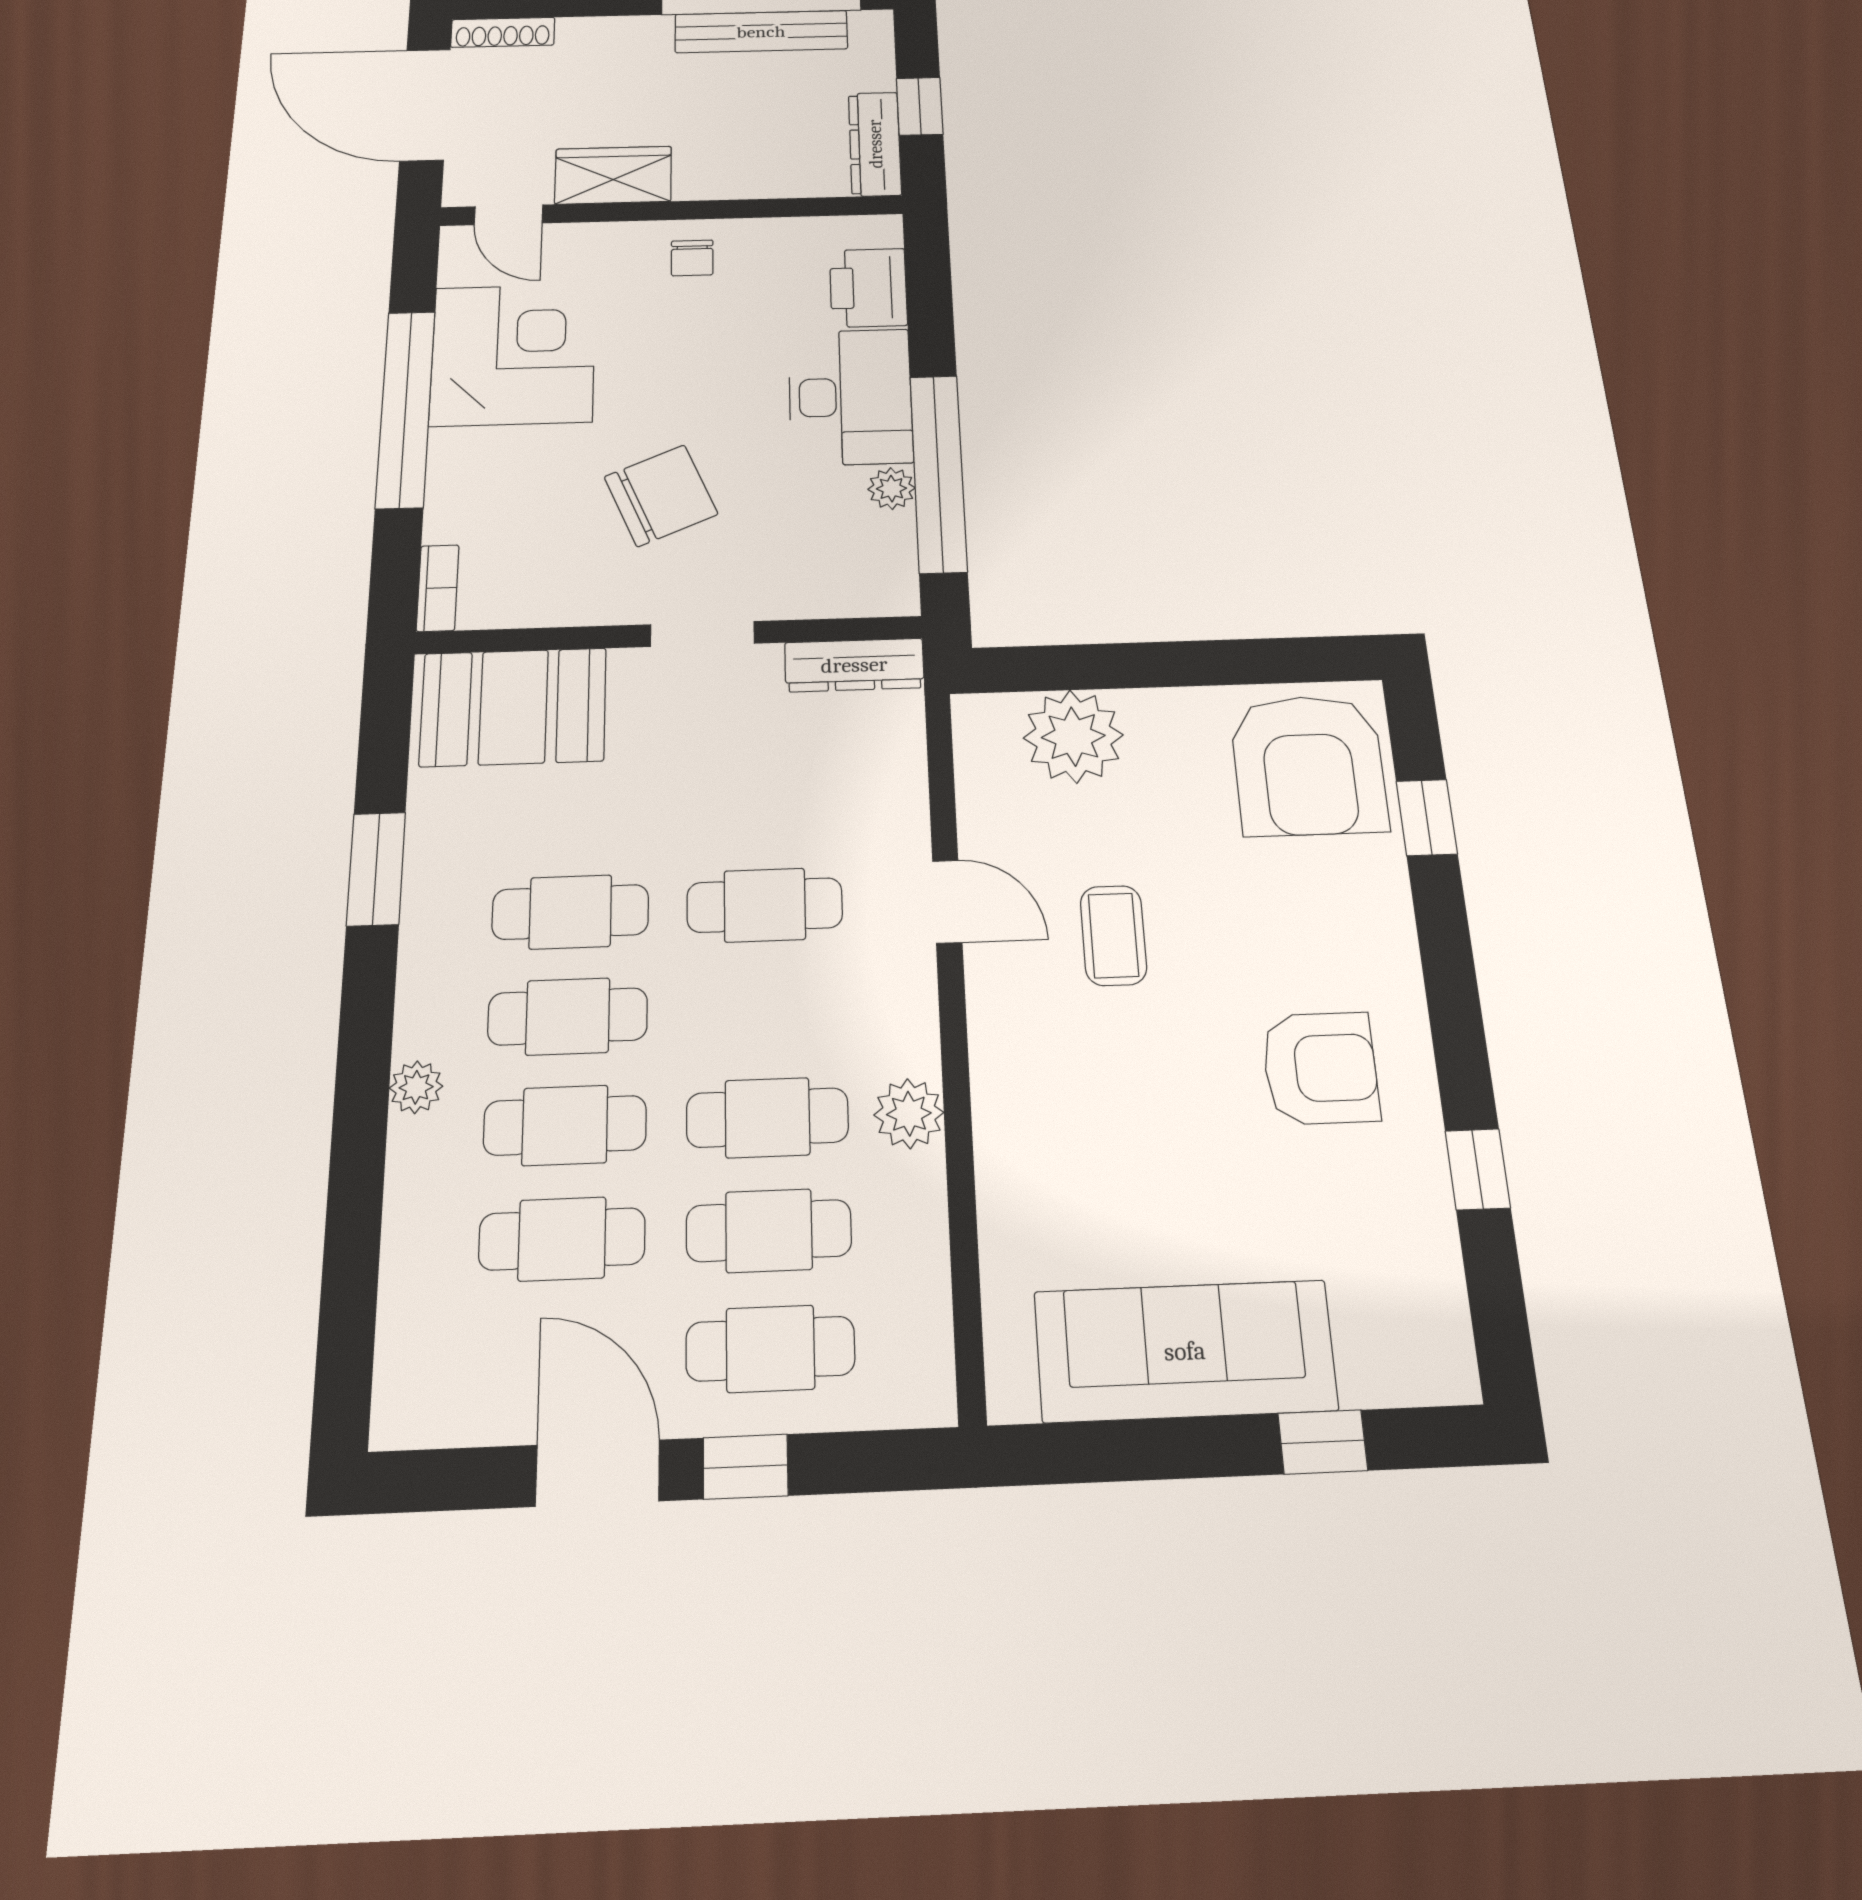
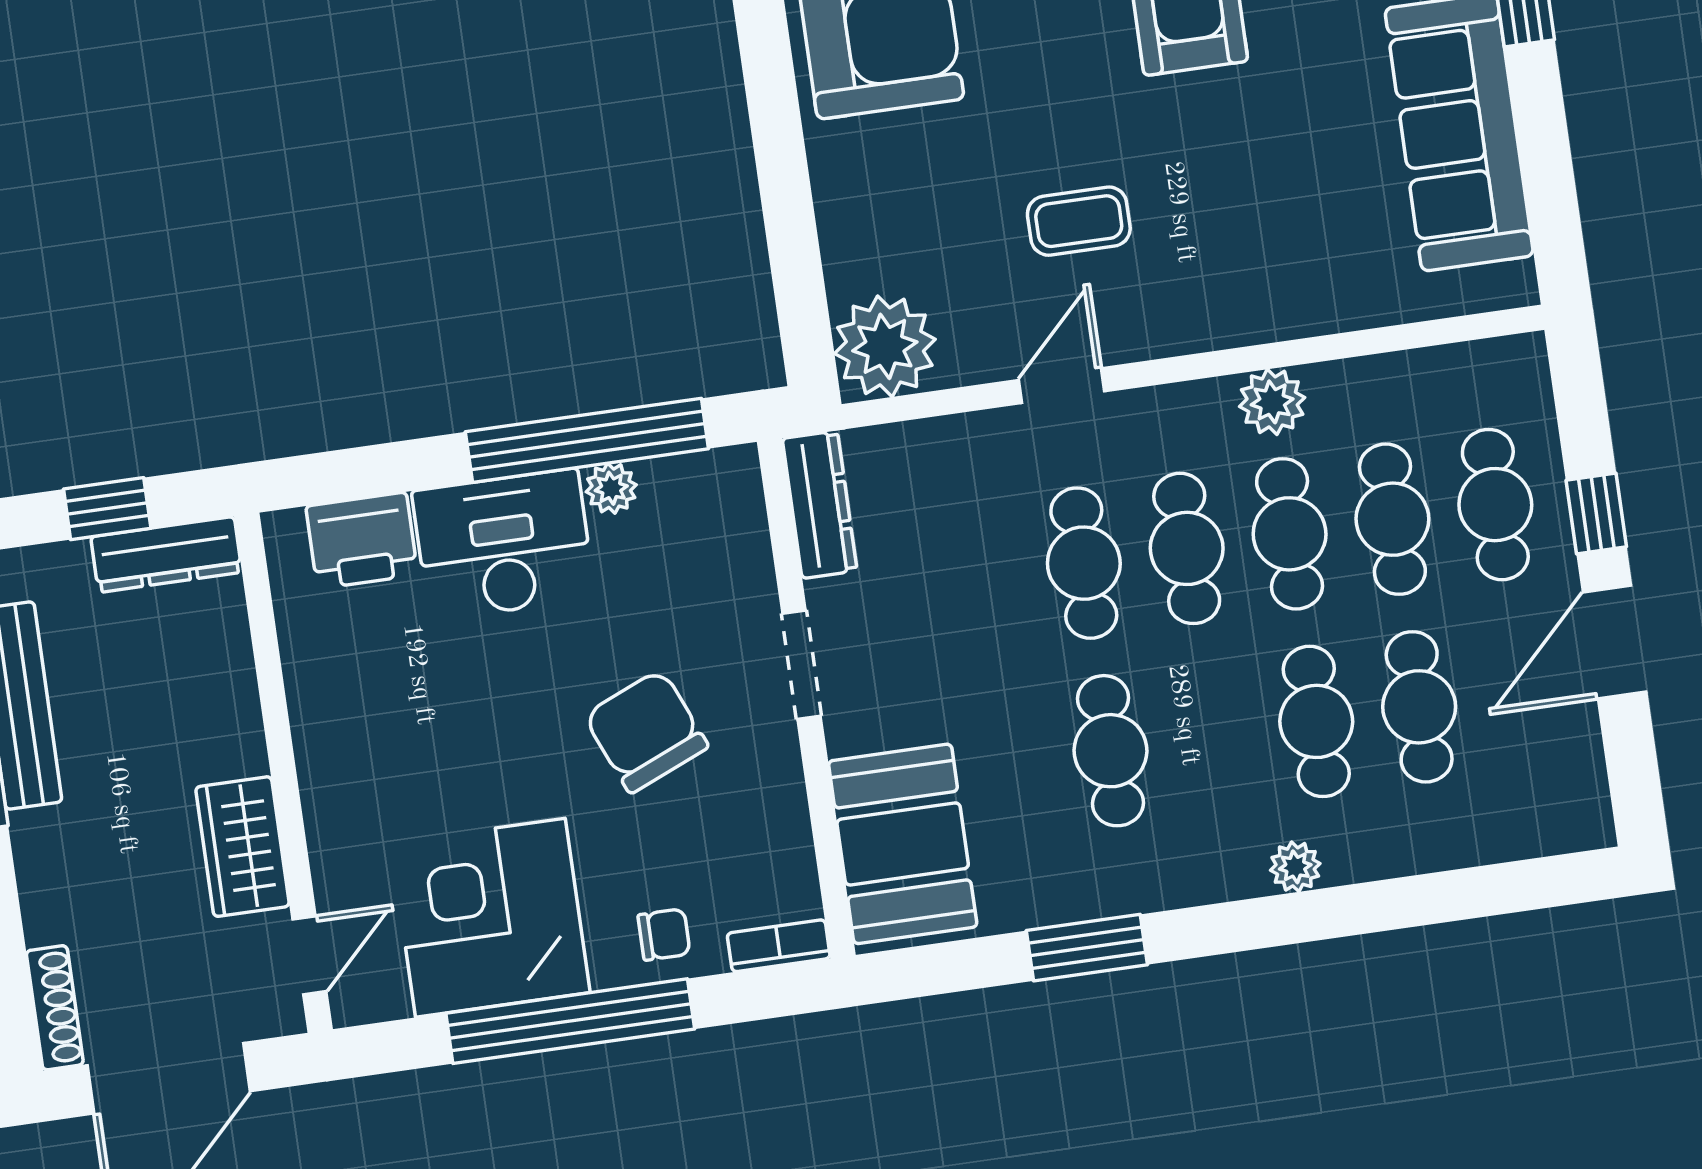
chair: (692, 258) -> (664, 934), moved
plant: (1073, 736) -> (885, 346), moved
cafe table: (568, 1017) -> (1187, 548), moved

